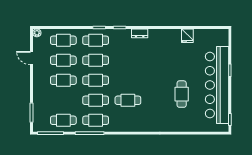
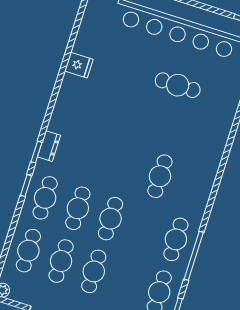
dresser: (140, 33) -> (49, 146), moved
fridge: (187, 36) -> (79, 65), moved
cafe table: (96, 100) -> (143, 229), removed

